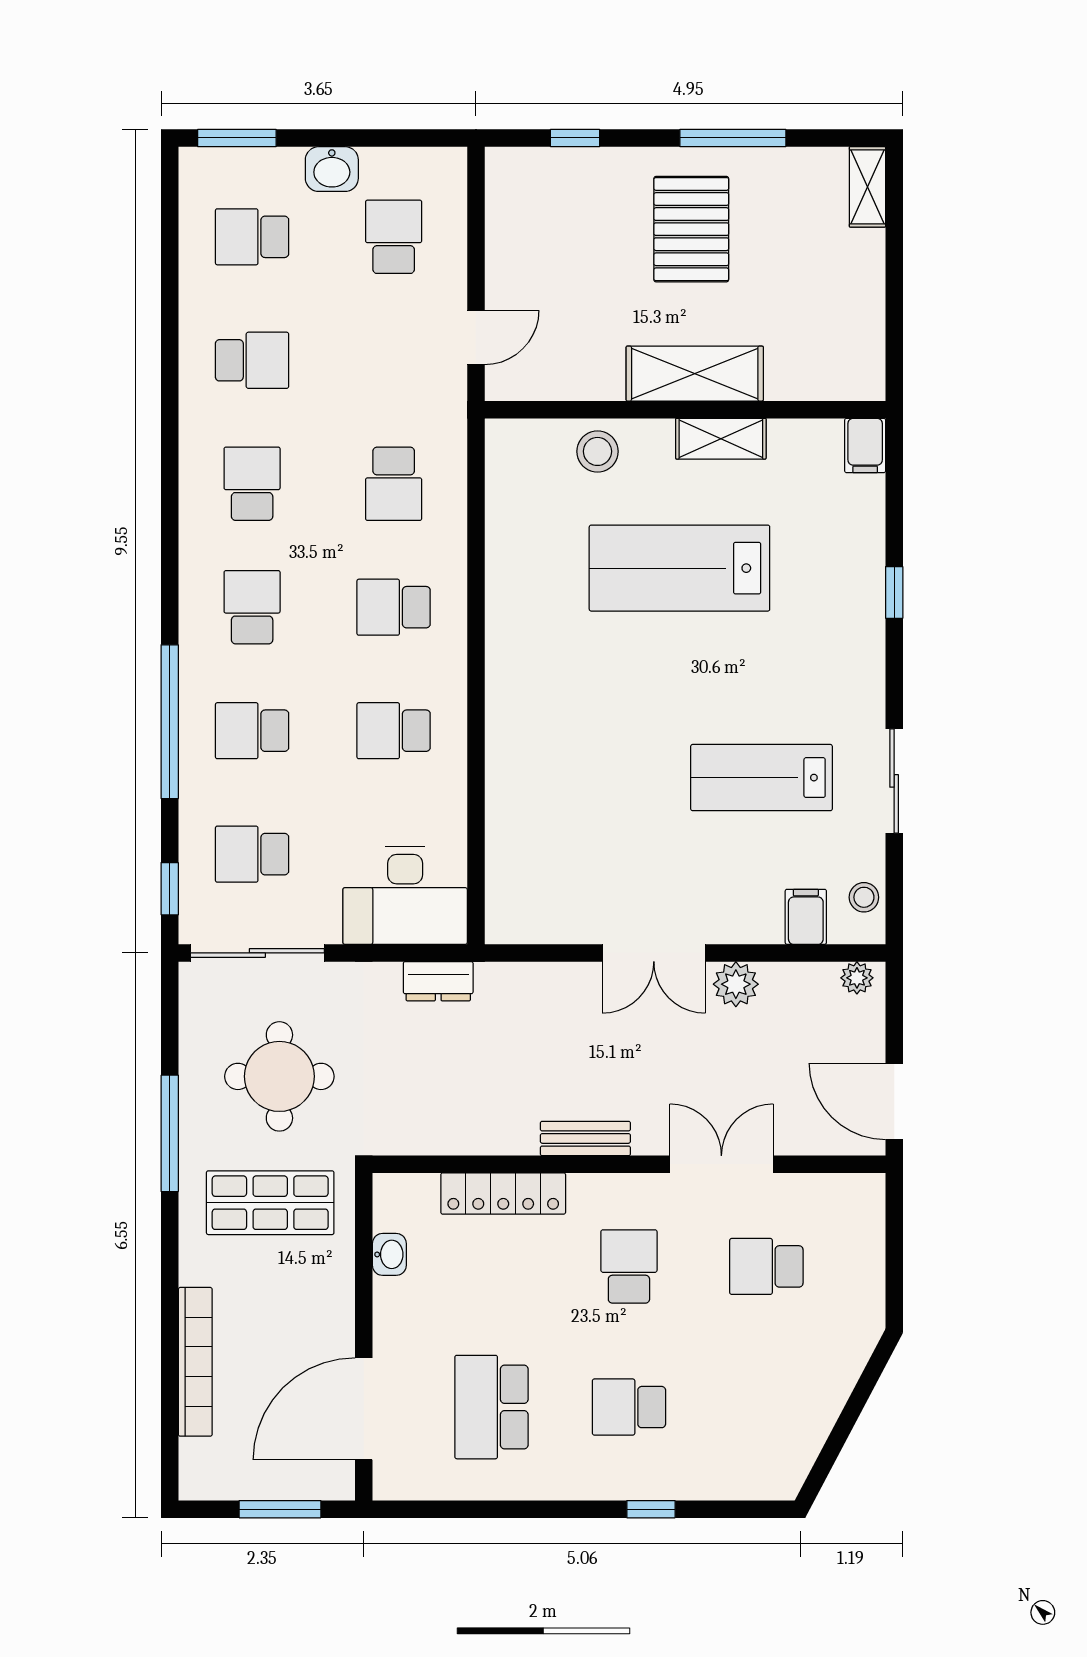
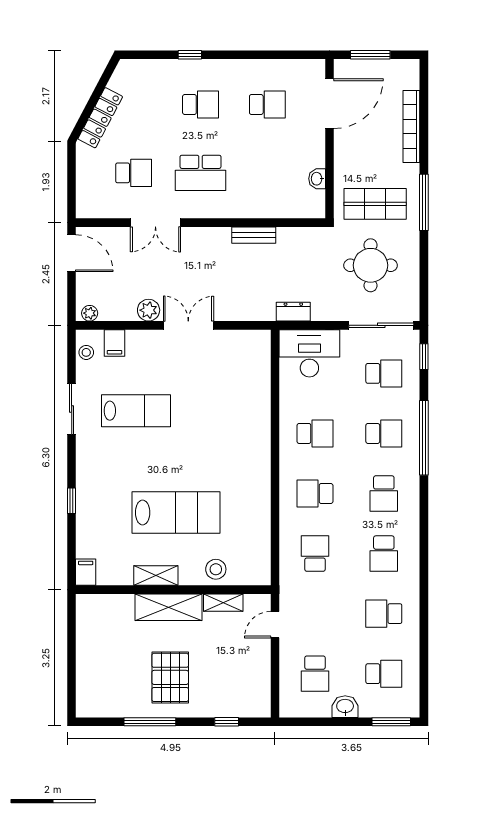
shelving: (867, 187) -> (223, 603), moved, turned 90
school desk: (394, 607) -> (315, 494), turned 180
window: (170, 1133) -> (424, 202), moved
bench: (585, 1138) -> (254, 235), moved
locker: (503, 1194) -> (100, 118), moved, turned 118
school desk: (629, 1266) -> (201, 173), width x1.85
school desk: (492, 1407) -> (267, 104), width x0.54

